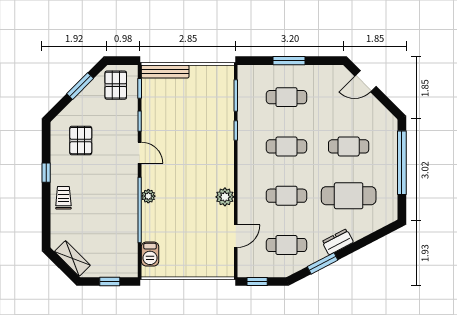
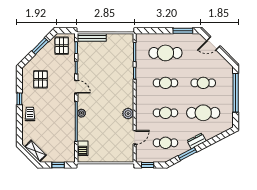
window: (289, 61) -> (183, 31), moved
cafe table: (286, 97) -> (165, 53), width x1.37, depth x1.35

